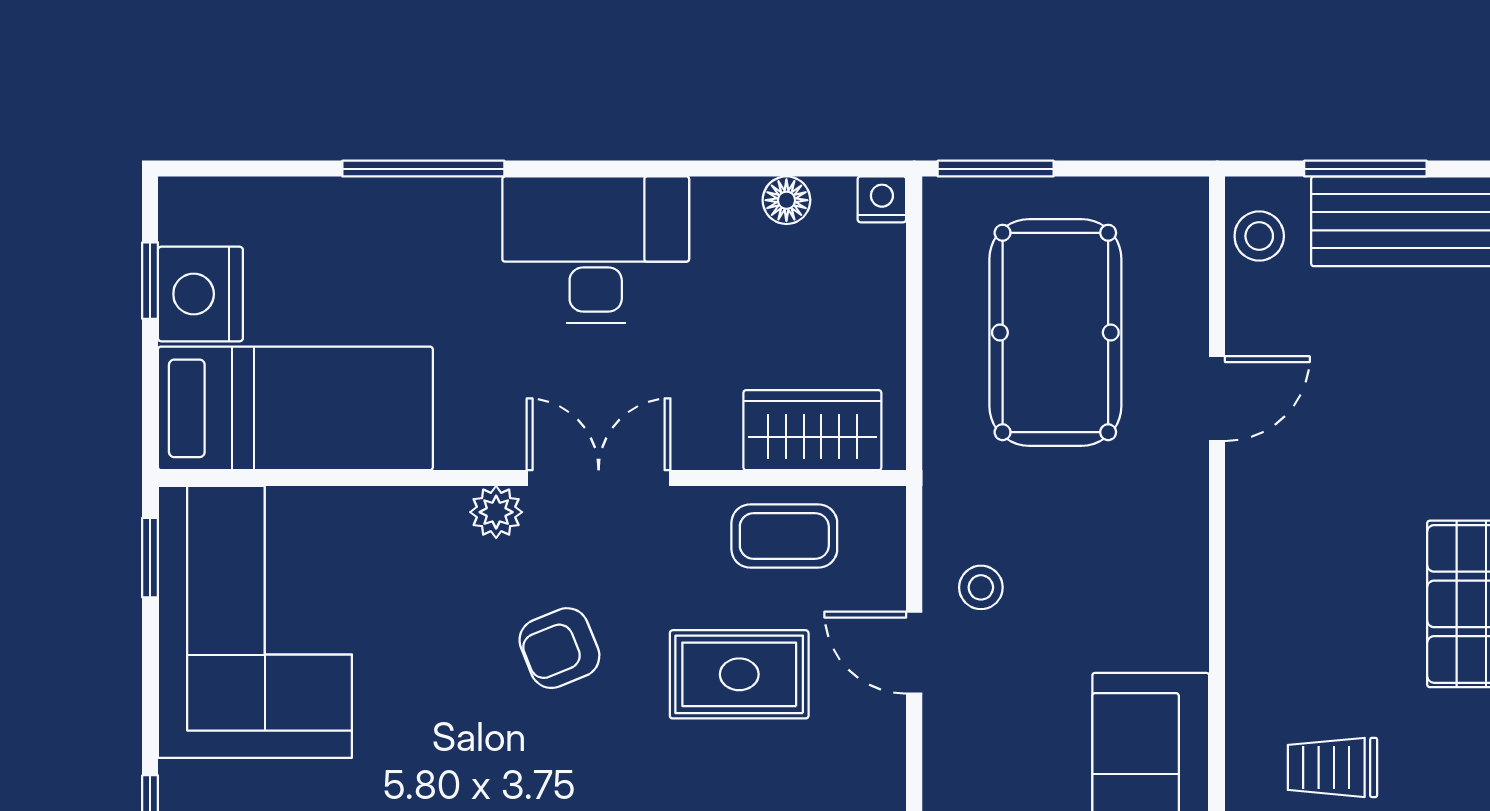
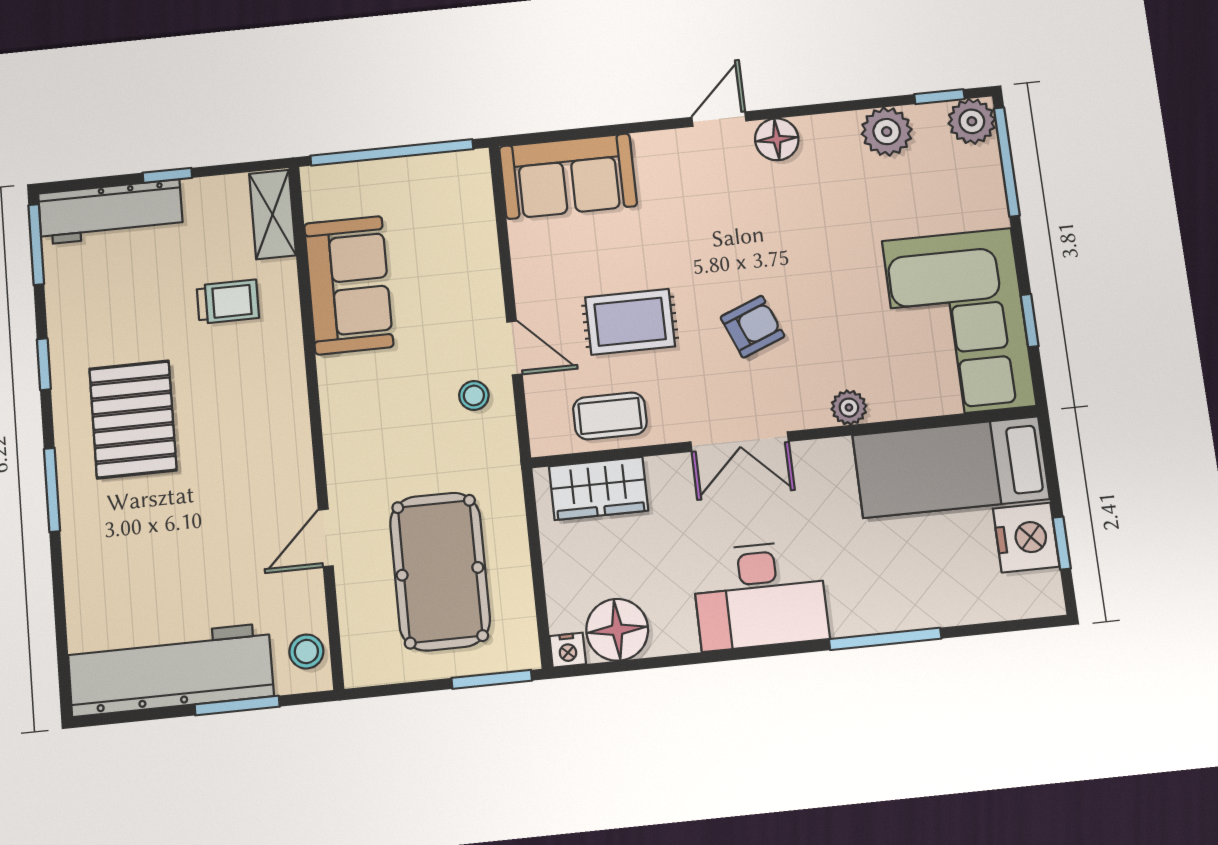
floor lamp: (786, 200) -> (617, 630), width x1.89, depth x1.89
plant: (496, 512) -> (849, 408), moved
window: (150, 558) -> (1030, 321), moved

